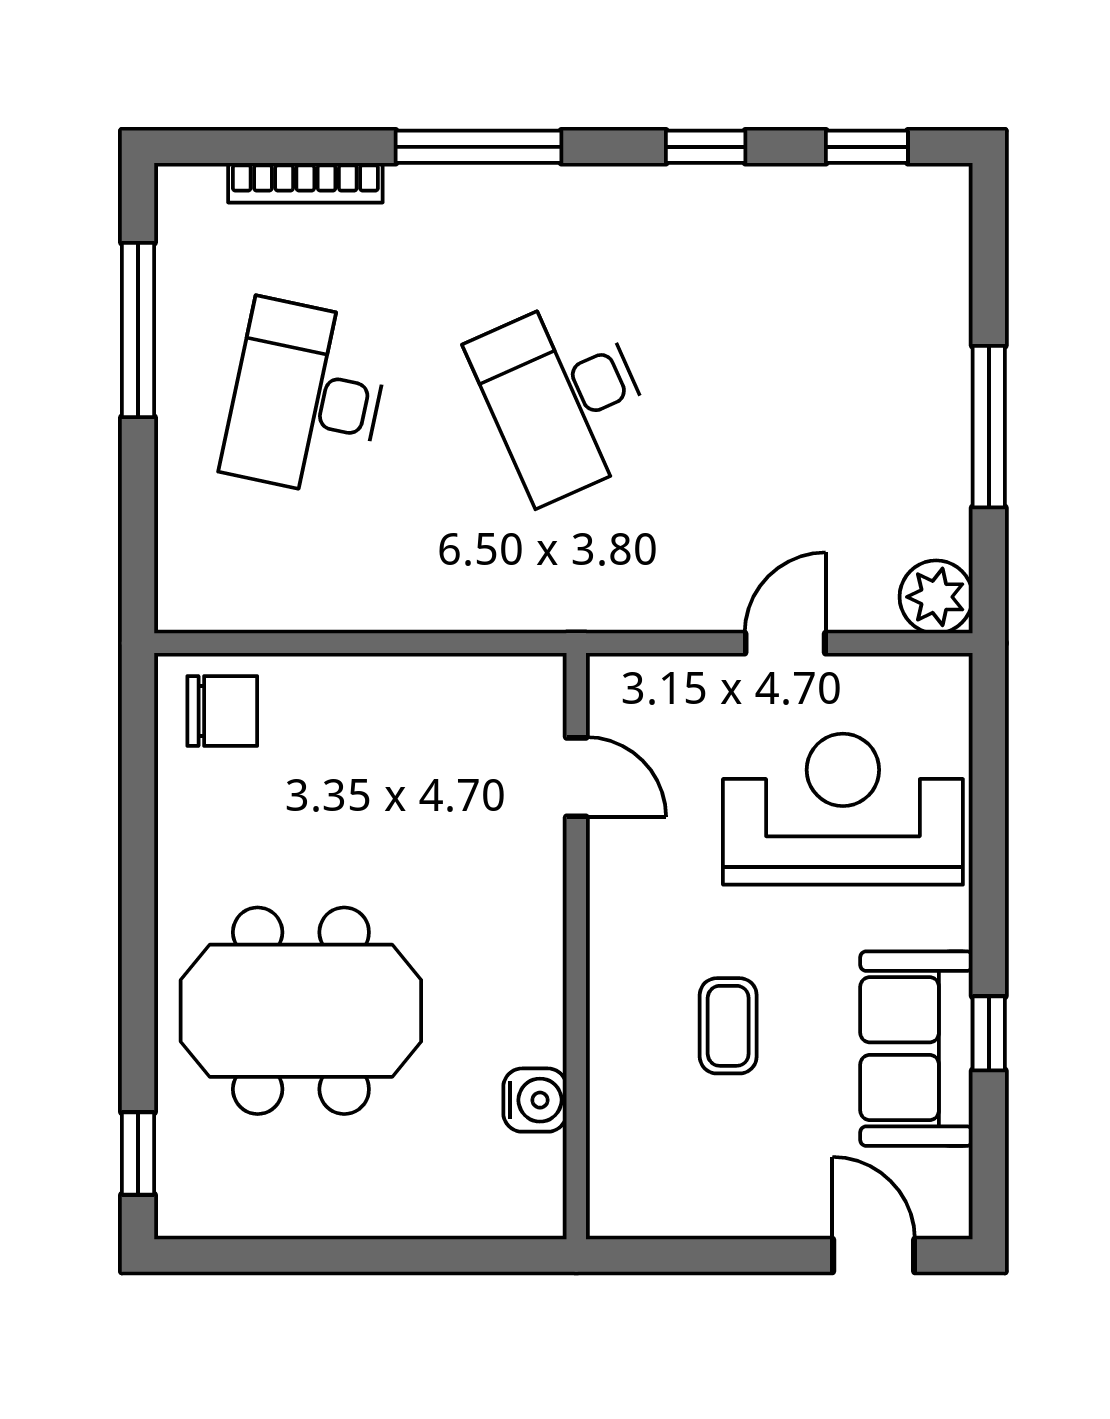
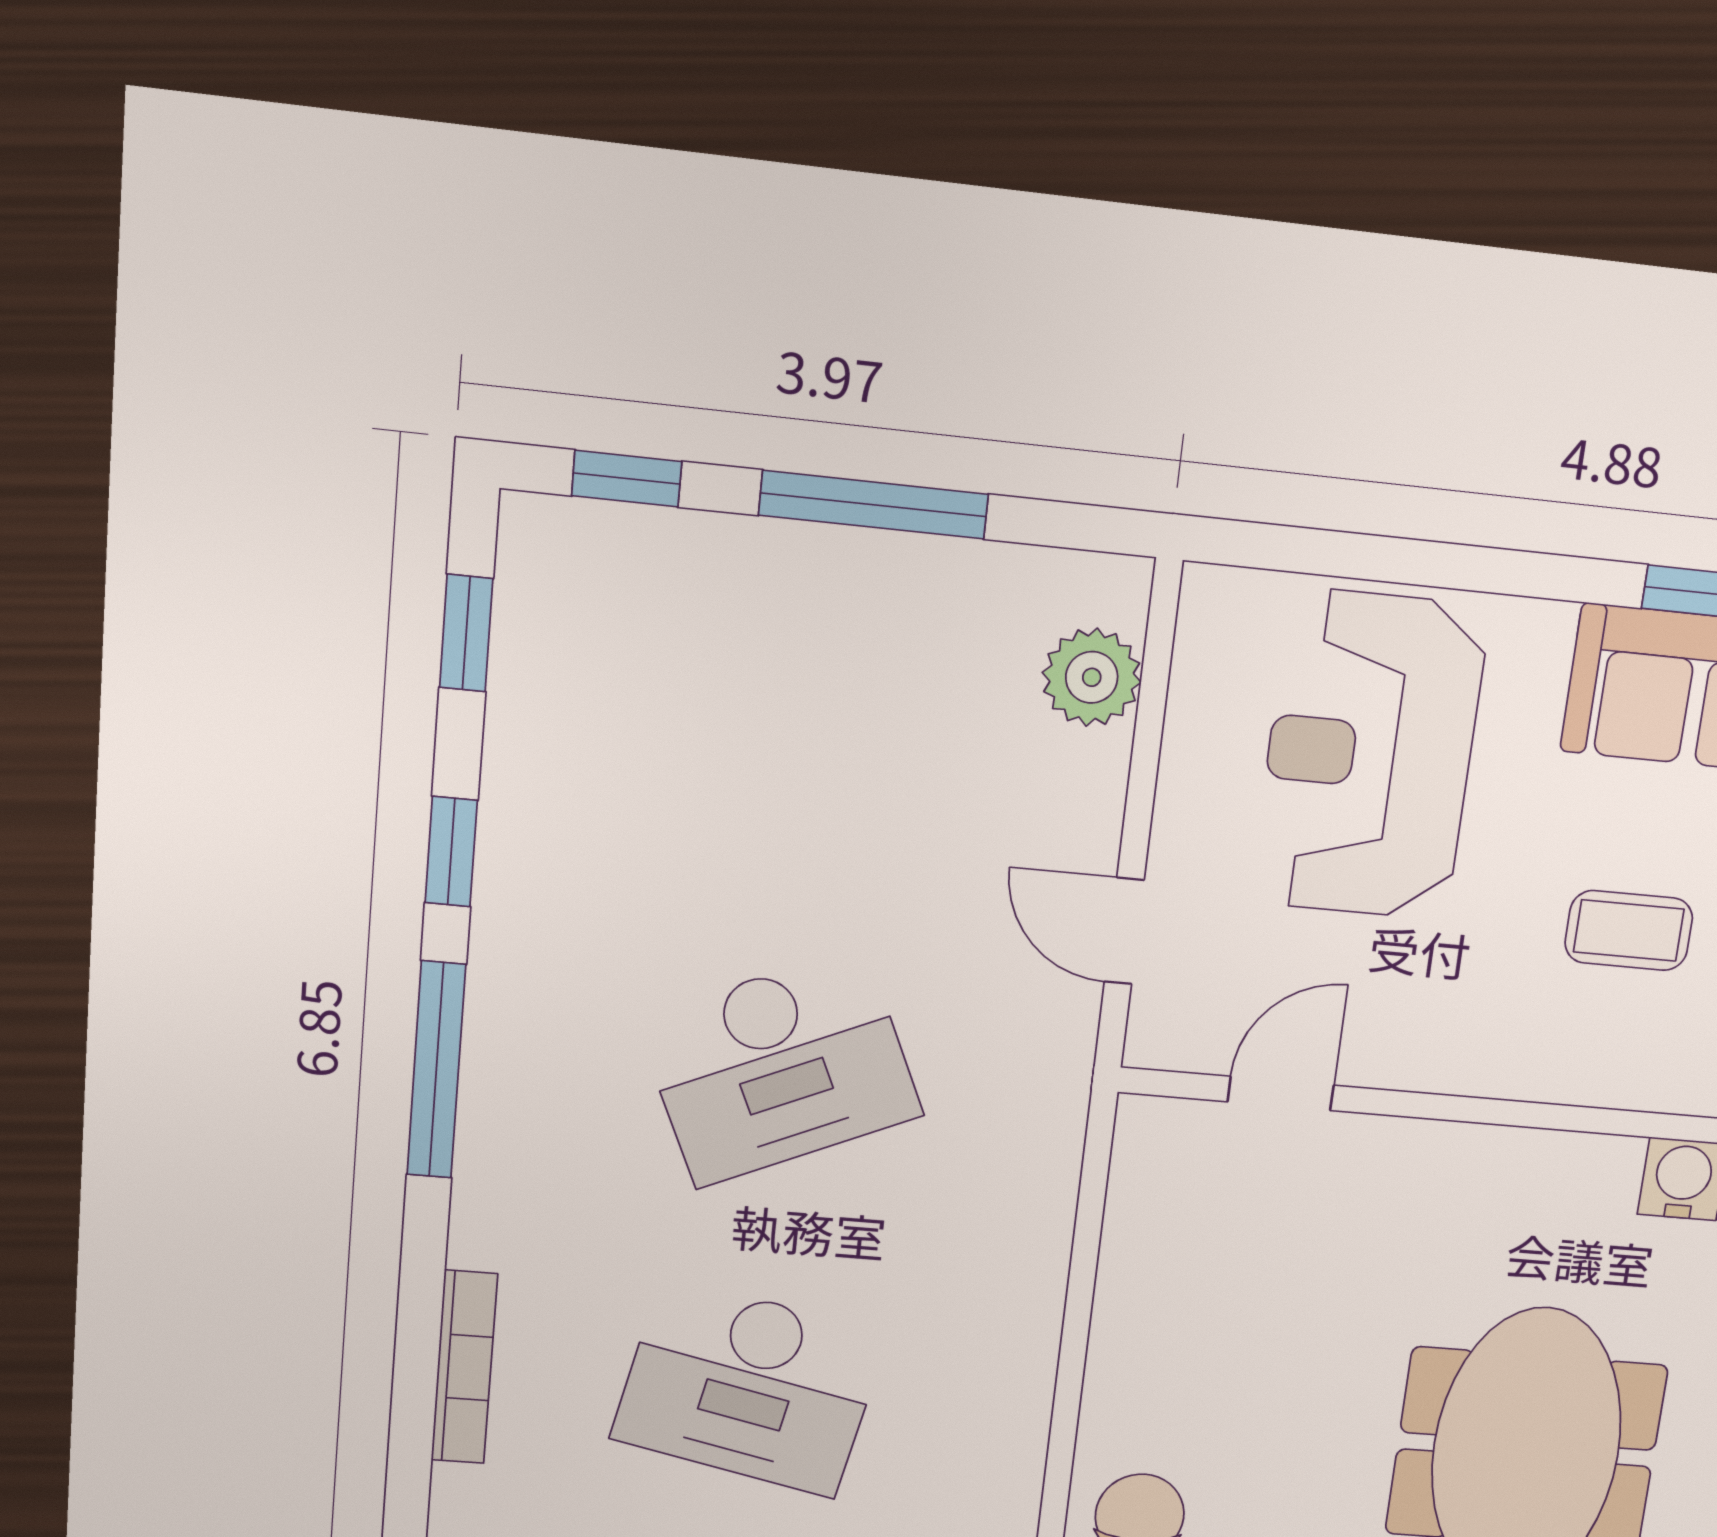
window: (479, 147) -> (436, 1070), moved
window: (989, 251) -> (627, 479), added
plant: (936, 597) -> (1092, 677), moved
door: (785, 643) -> (1124, 931), moved

